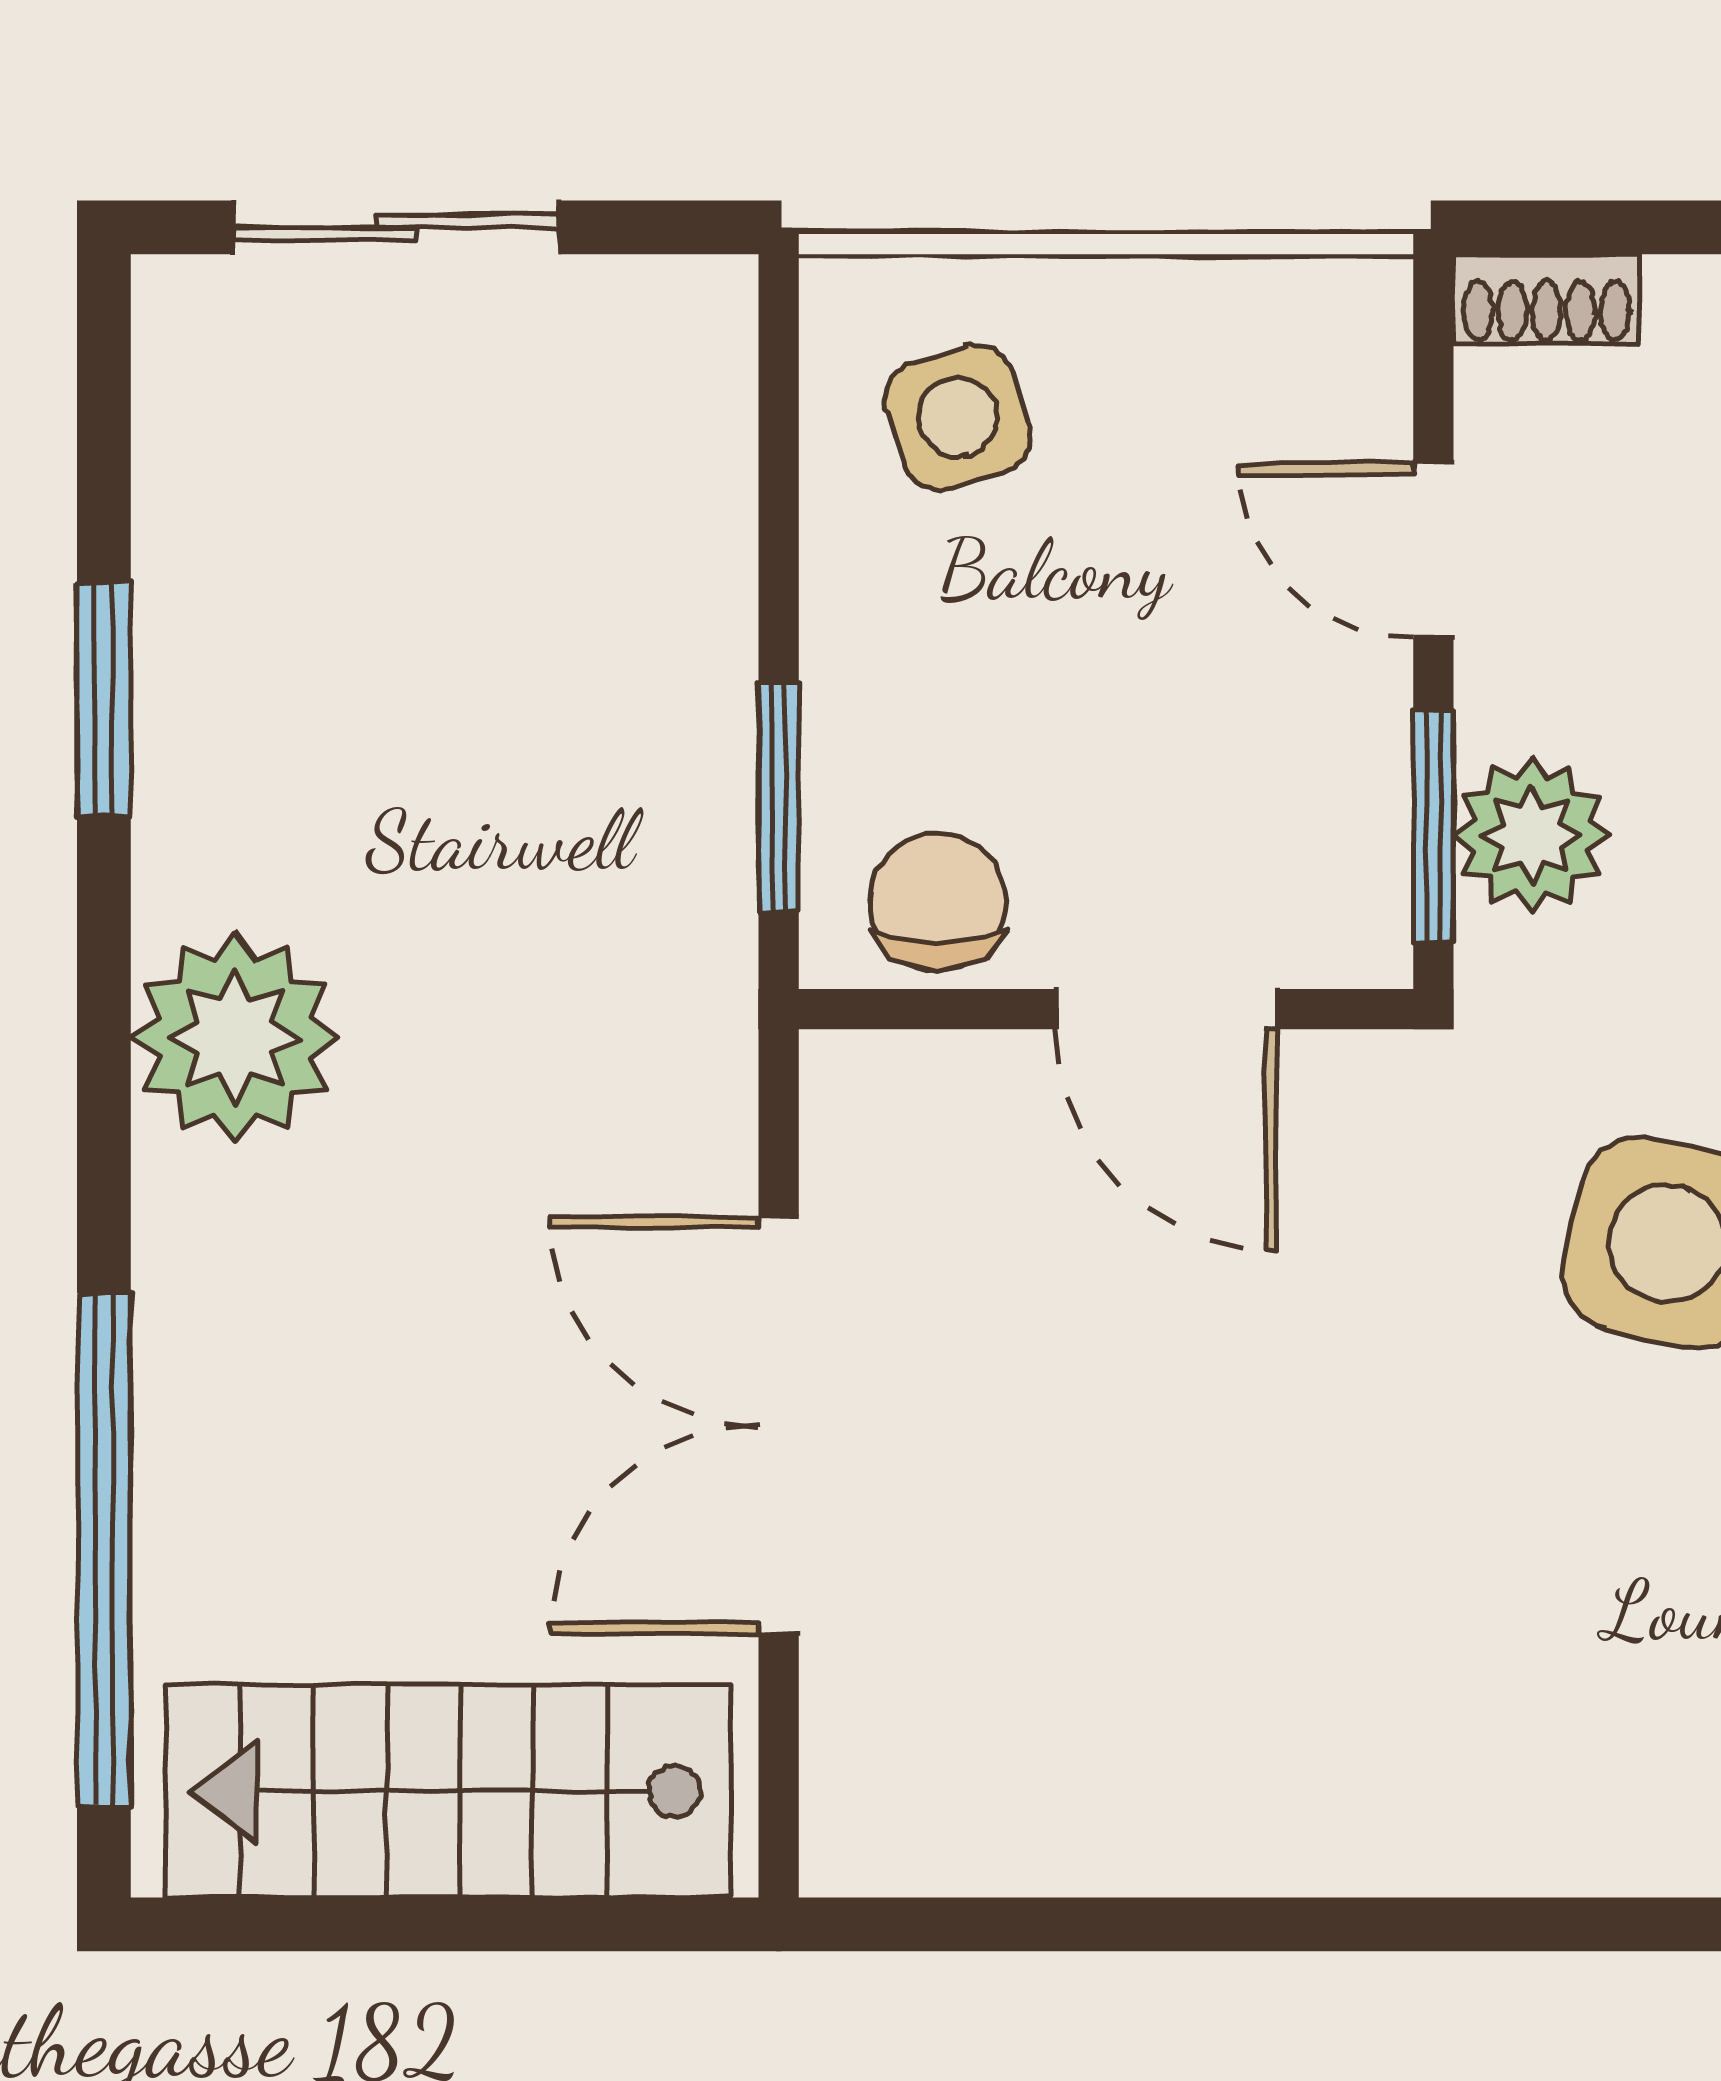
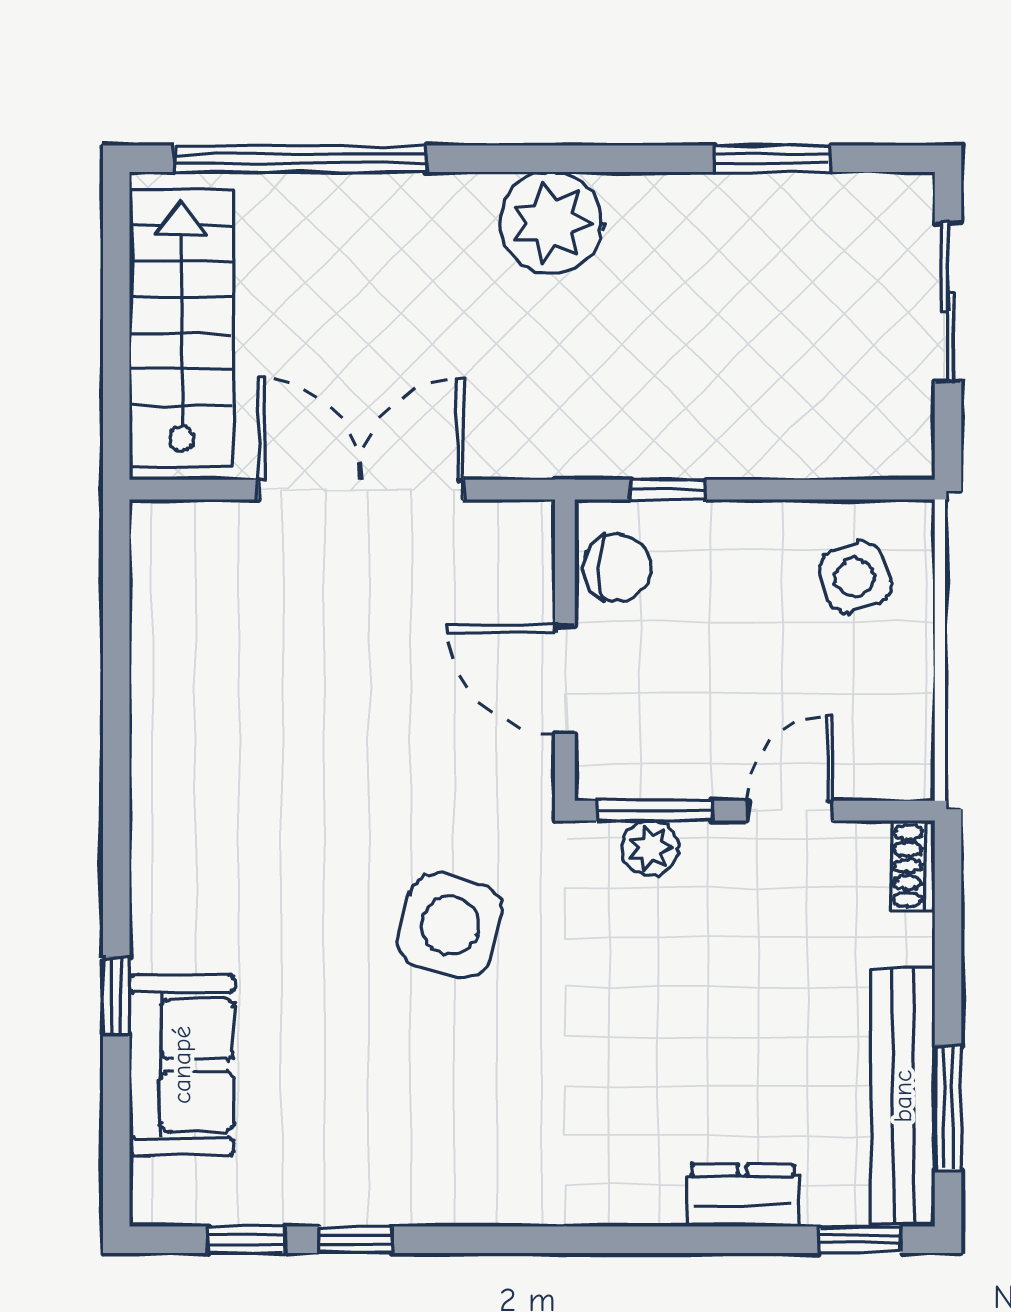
window: (104, 700) -> (772, 159), moved
window: (779, 798) -> (668, 490), width x0.67
plant: (1531, 835) -> (650, 848), width x0.73, depth x0.73
door: (1166, 1009) -> (565, 680), hinge flipped

